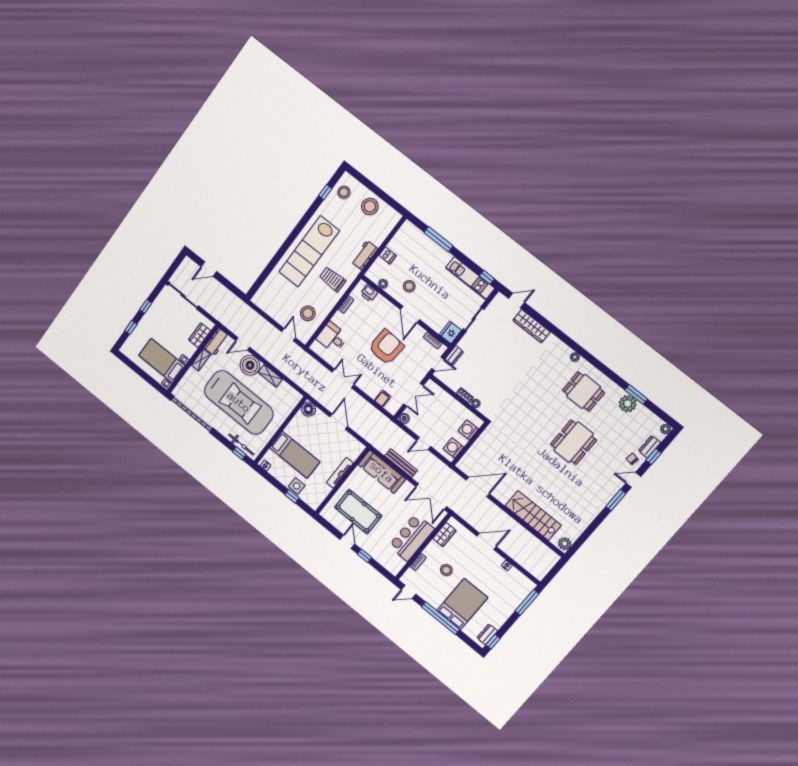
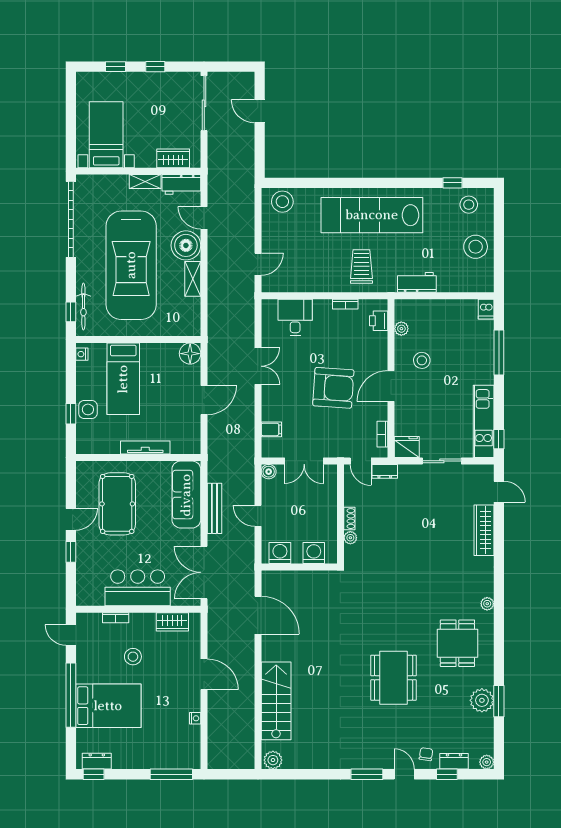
dishwasher: (388, 255) -> (486, 309), moved
stool: (308, 313) -> (282, 202), moved
dining table: (574, 442) -> (394, 678), turned 90

